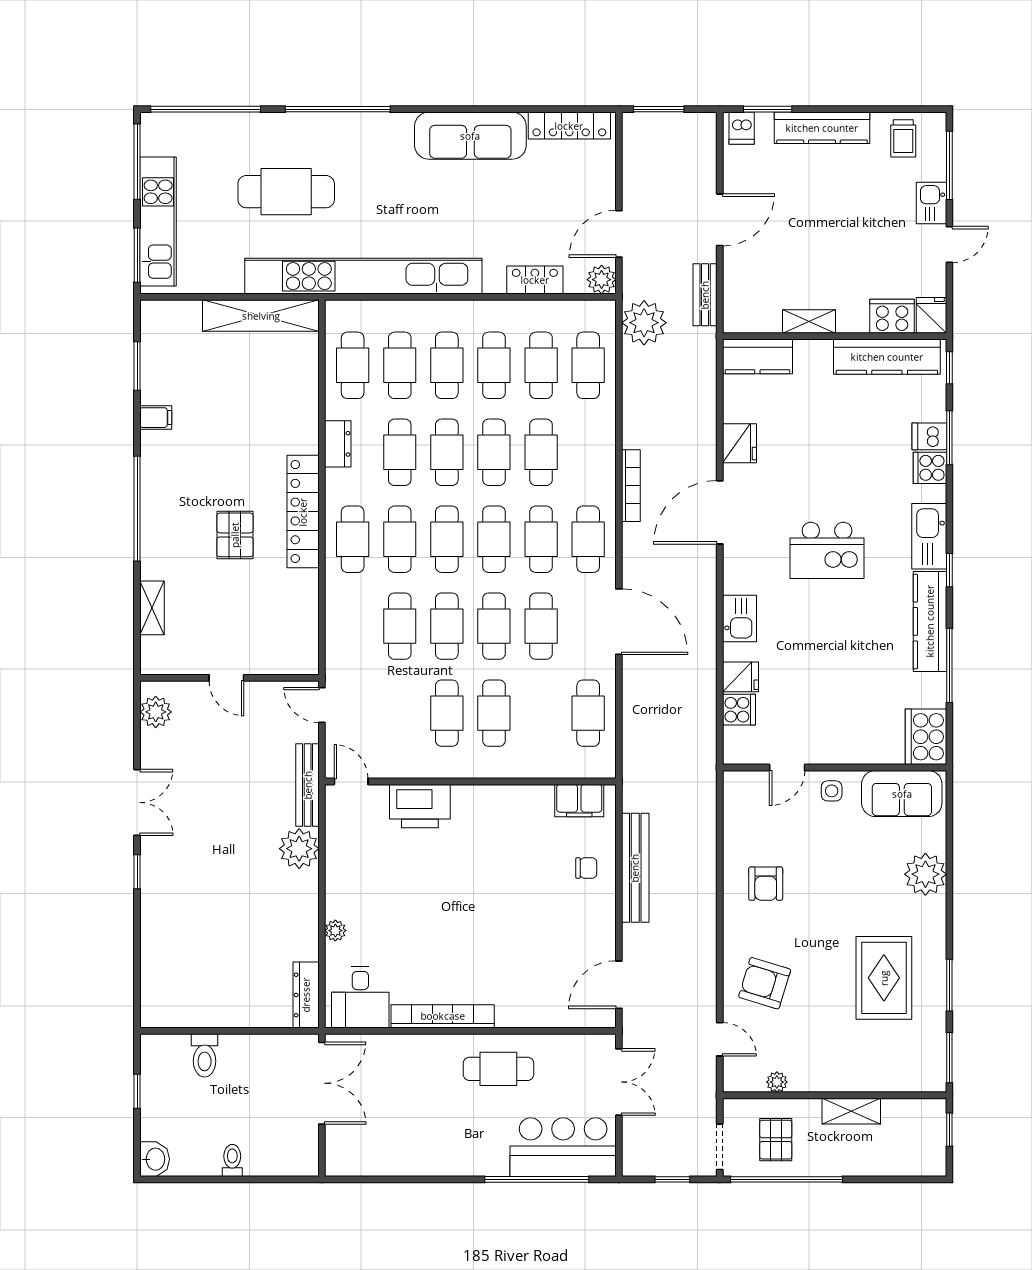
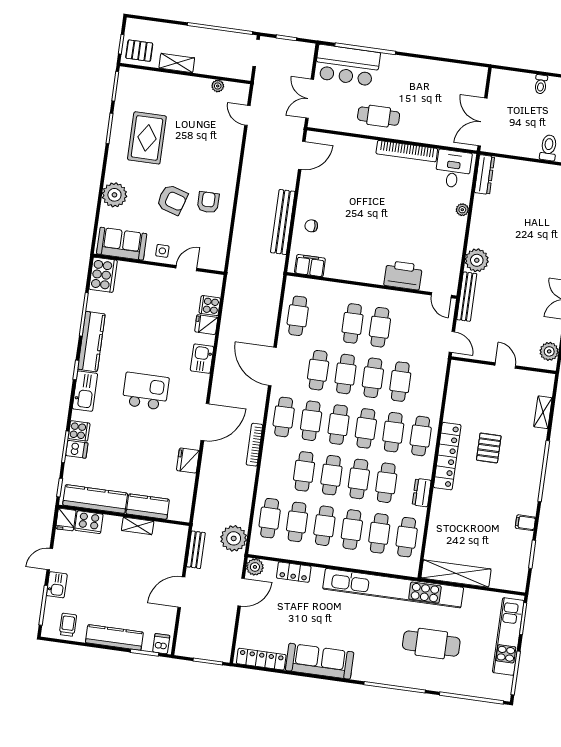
kitchen counter: (757, 356) -> (148, 507), moved
armchair: (765, 983) -> (172, 200), moved
pallet: (776, 1140) -> (139, 51), moved, turned 90

